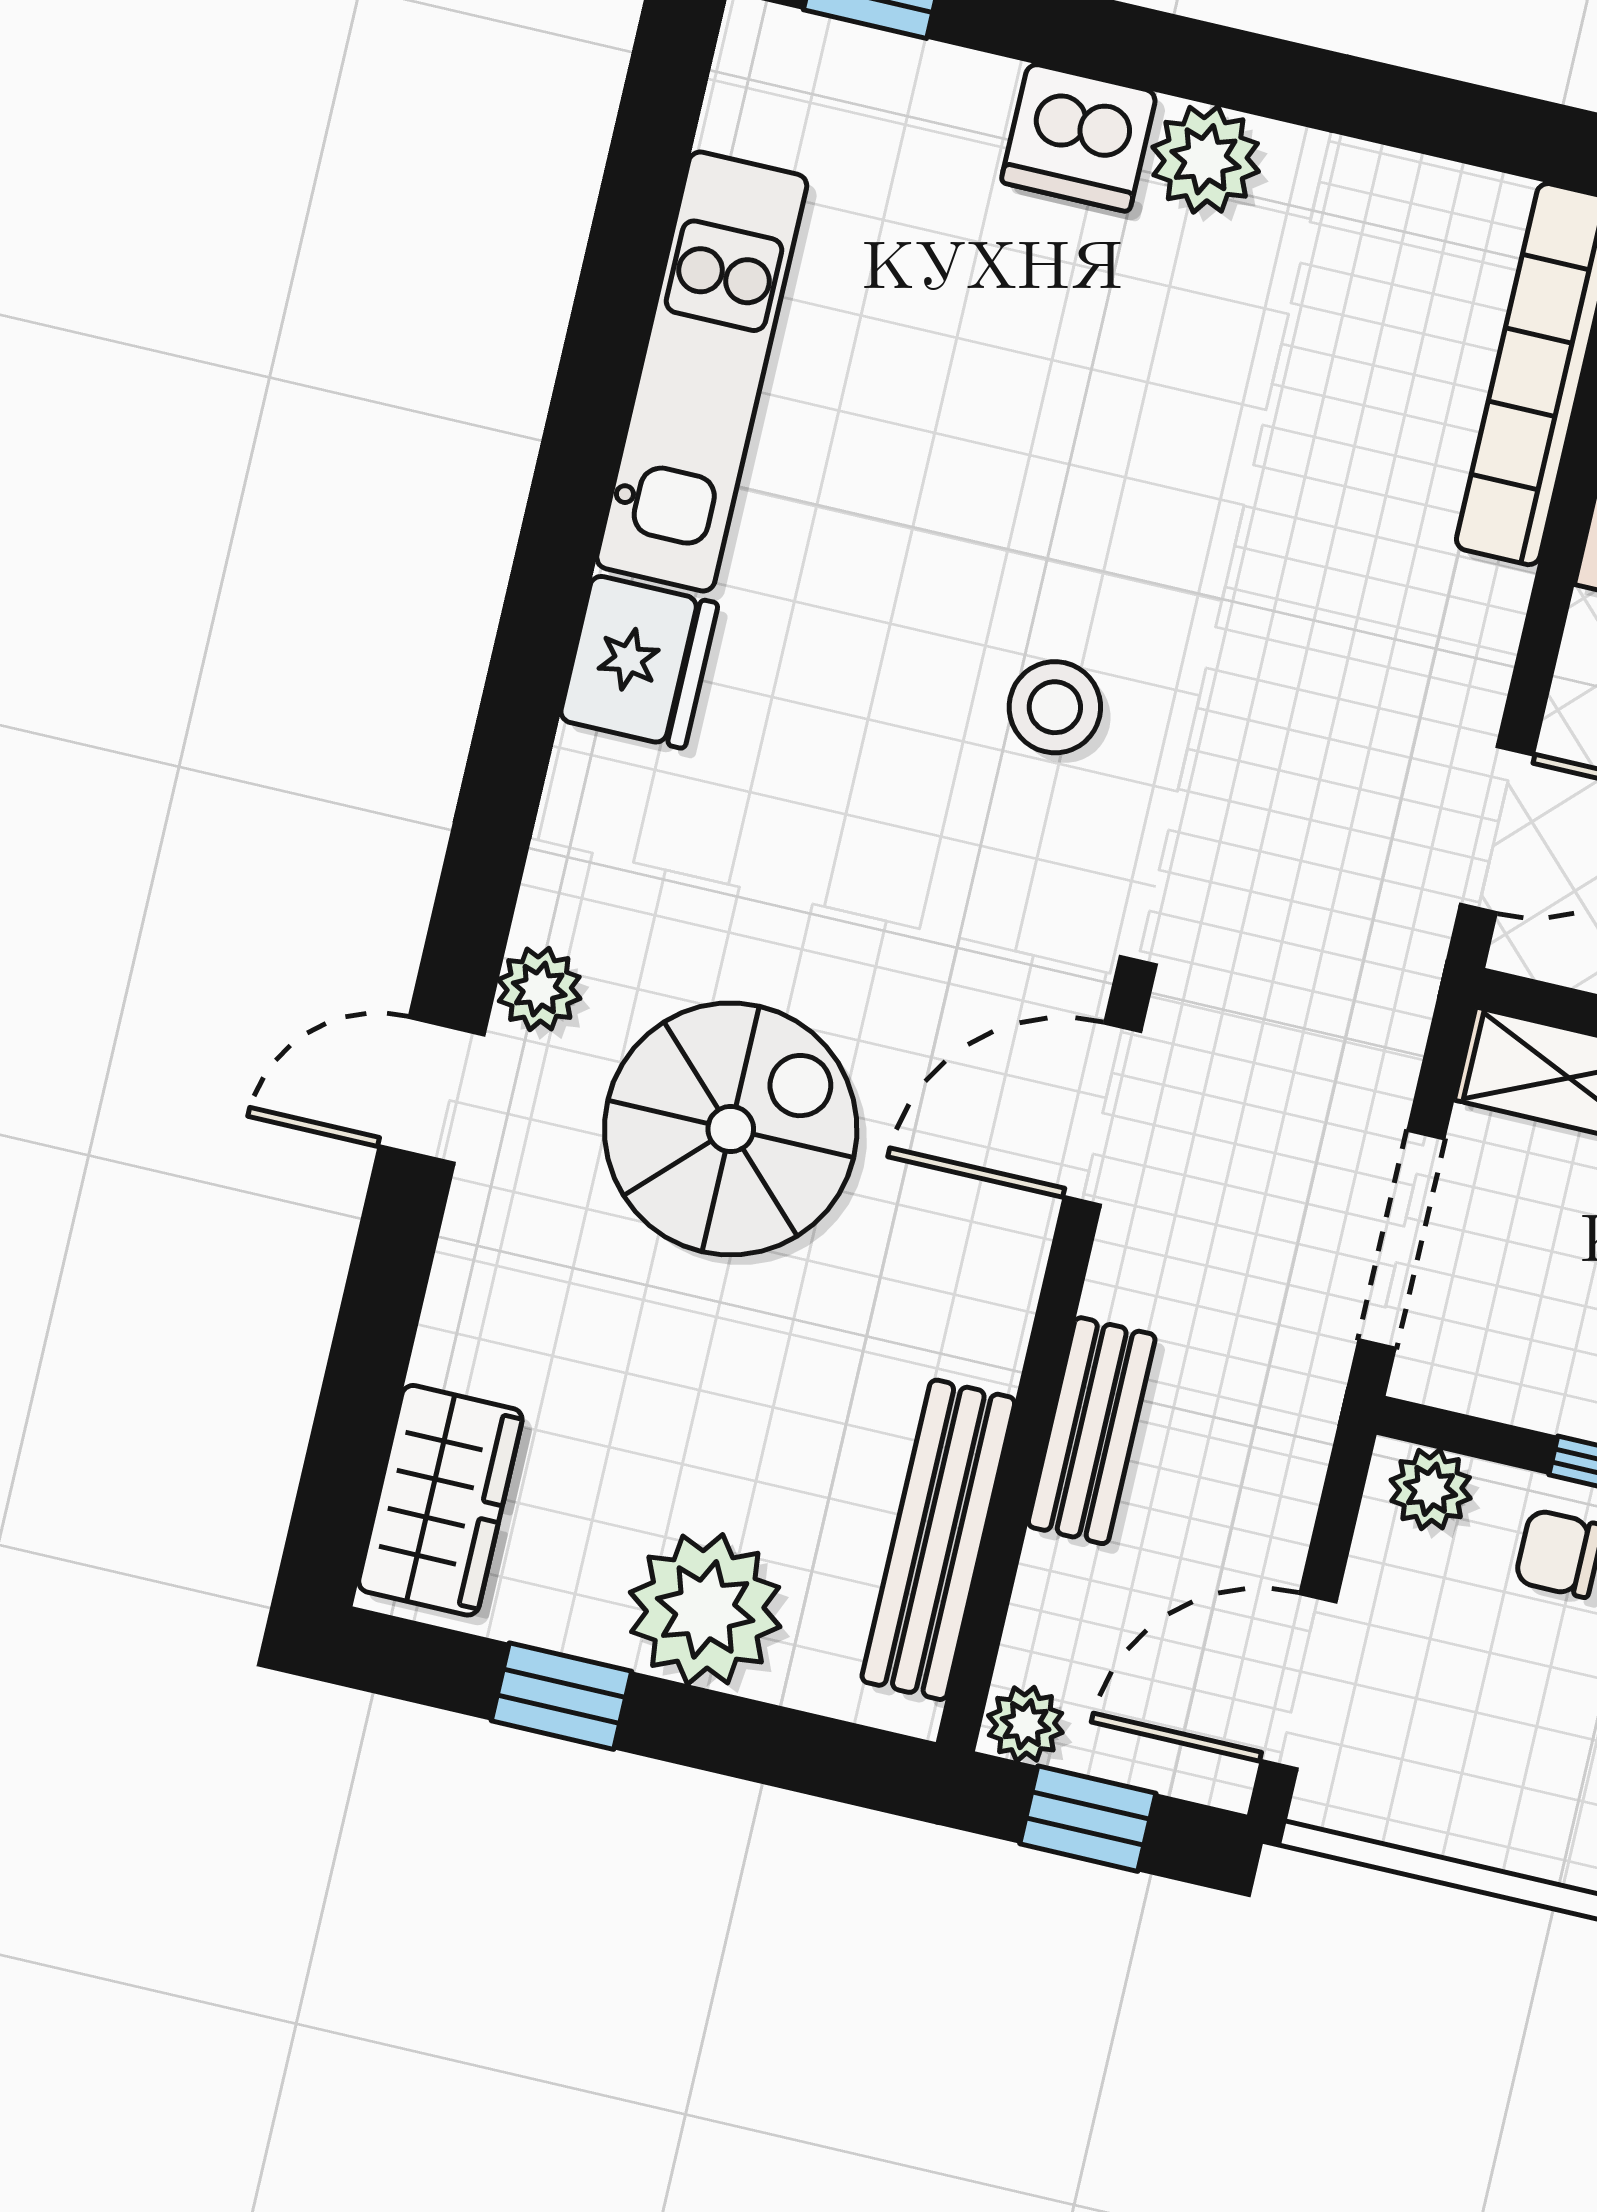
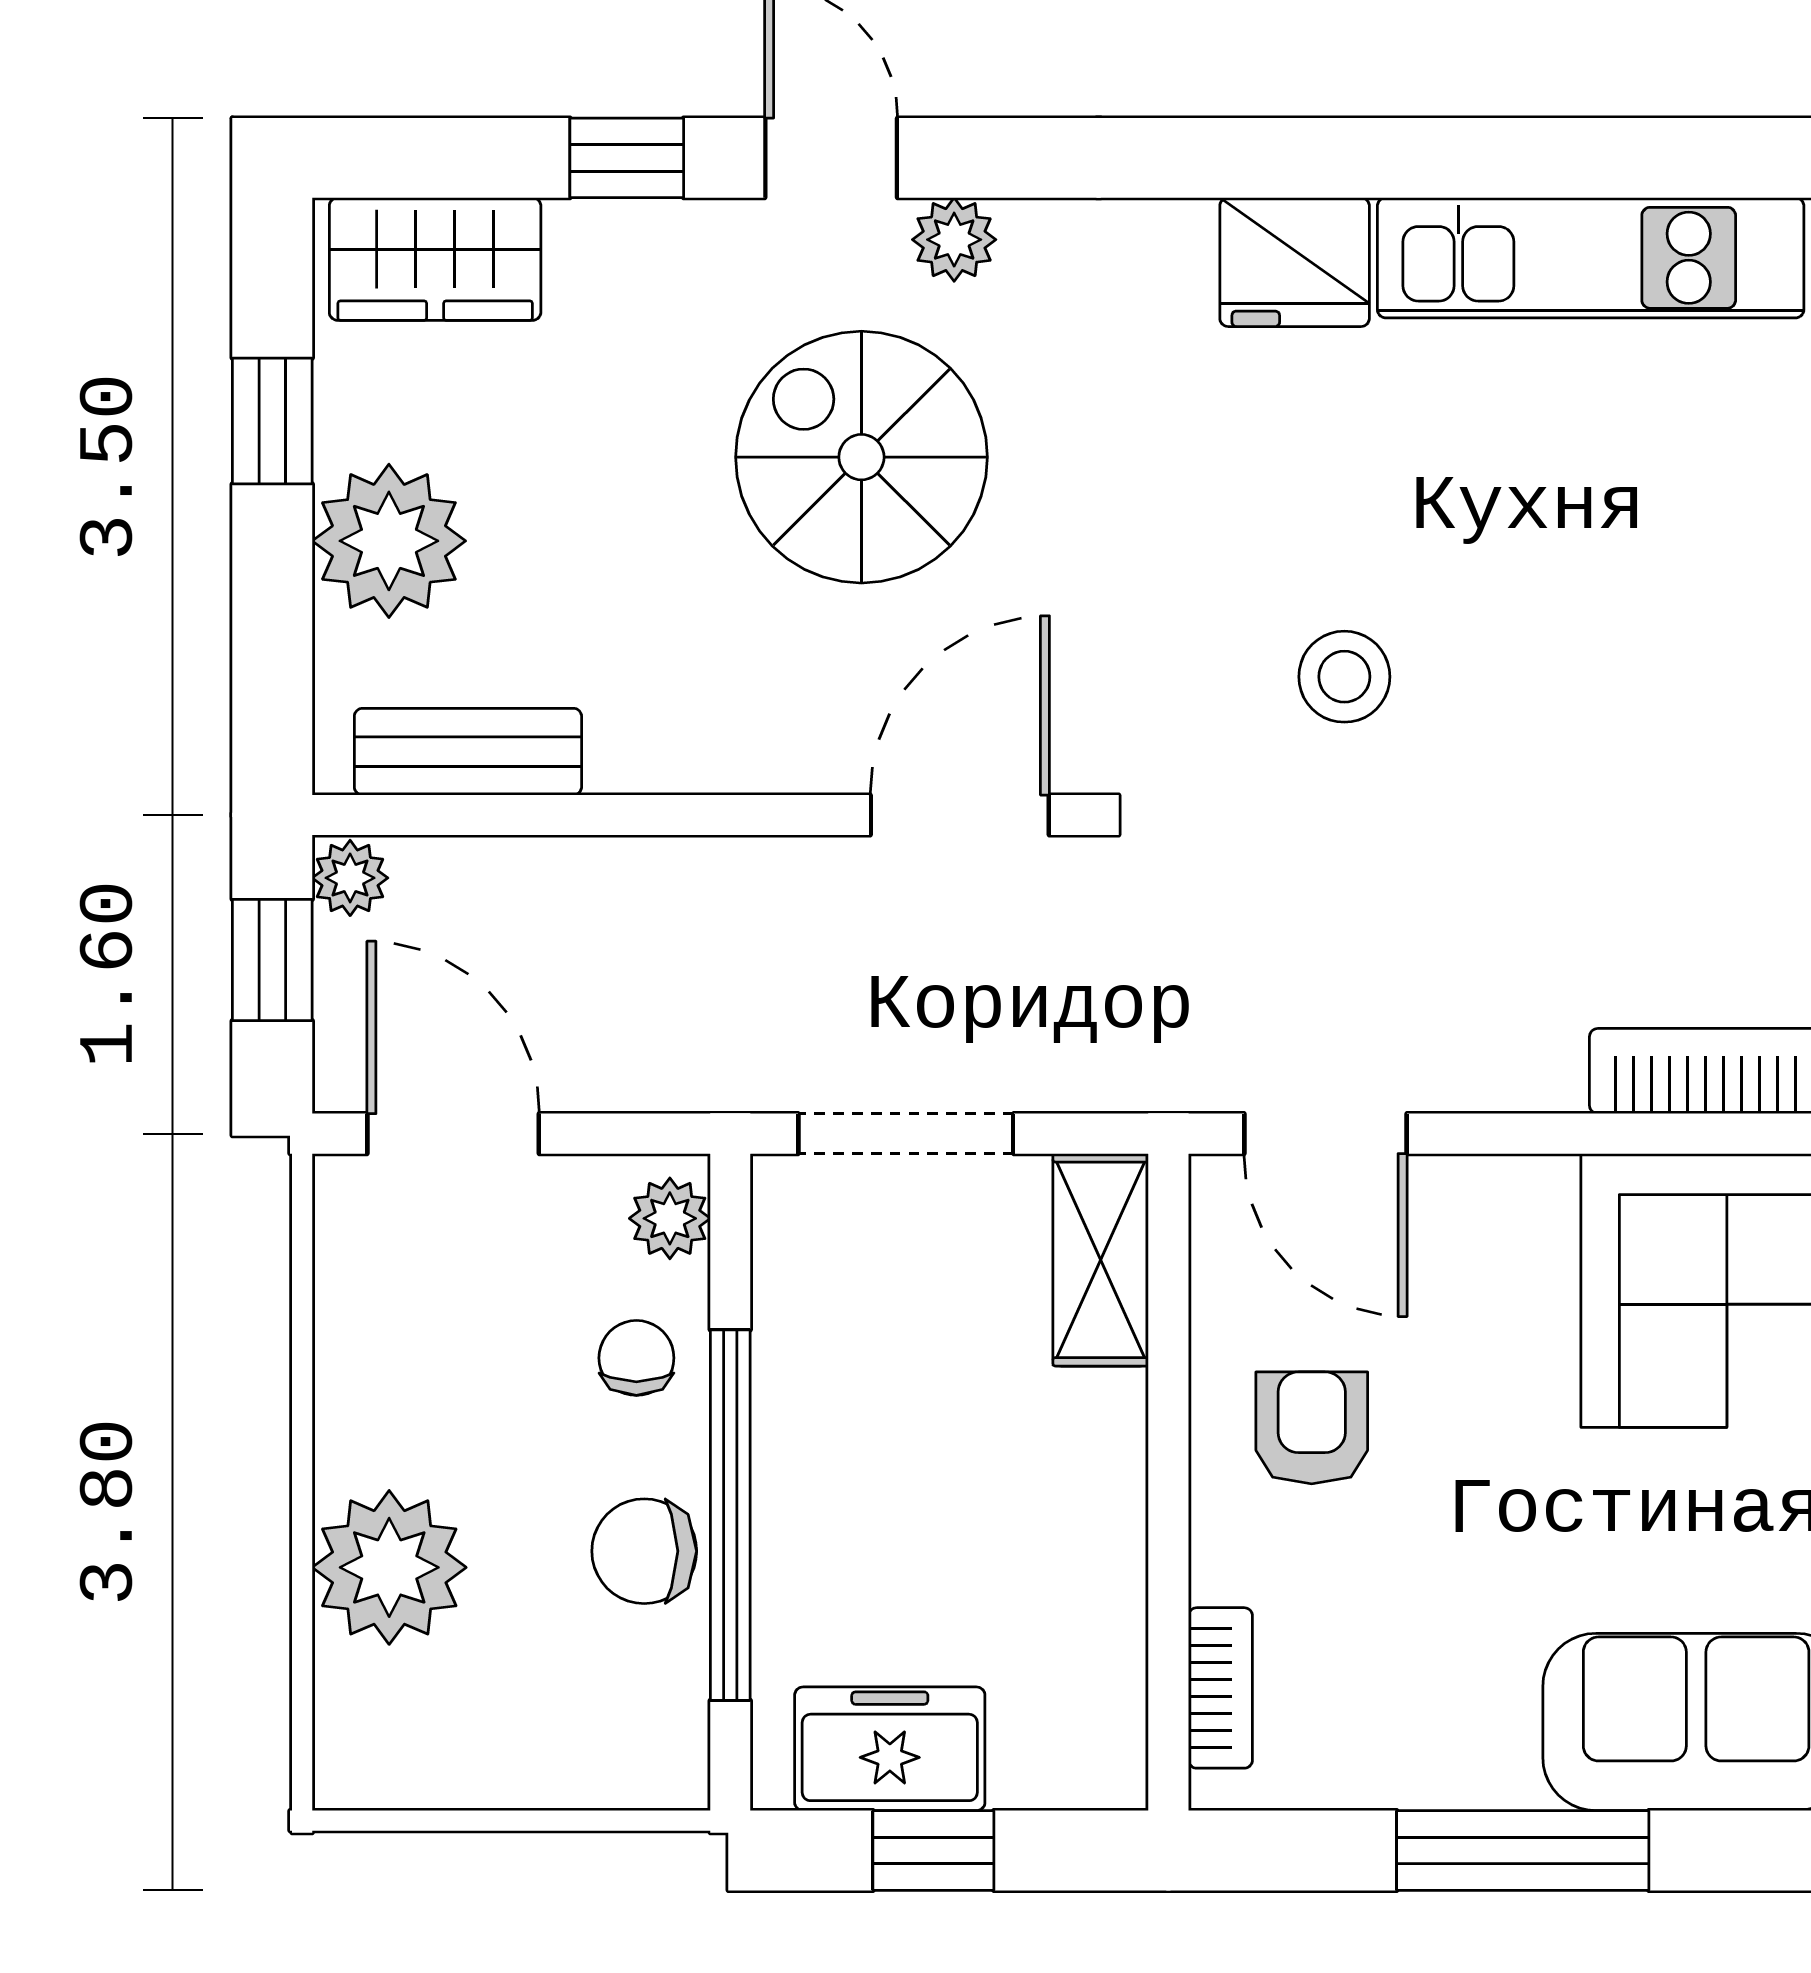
door: (1103, 1114) -> (960, 815), hinge flipped
spiral stairs: (731, 1129) -> (861, 457), turned 180
window: (385, 1290) -> (627, 158), added
bench: (1092, 1431) -> (650, 876), removed
bench: (938, 1540) -> (468, 752), width x0.73

